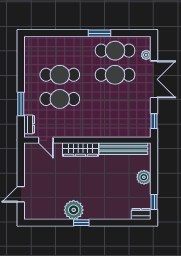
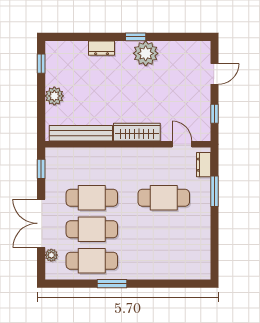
cafe table: (60, 75) -> (92, 198), moved
window: (21, 164) -> (214, 114), added
dresser: (141, 214) -> (102, 48), moved

